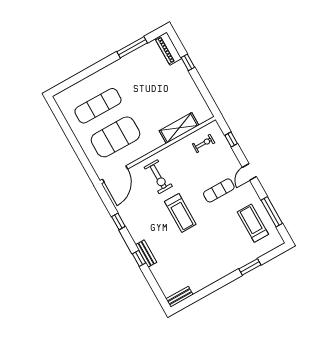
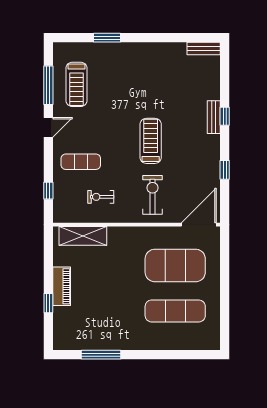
piano: (168, 49) -> (62, 286), moved
shelving: (179, 128) -> (83, 236), moved
exercise bike: (204, 143) -> (101, 197), moved
door: (249, 172) -> (48, 127), moved
exercise mat: (219, 190) -> (81, 162), moved

